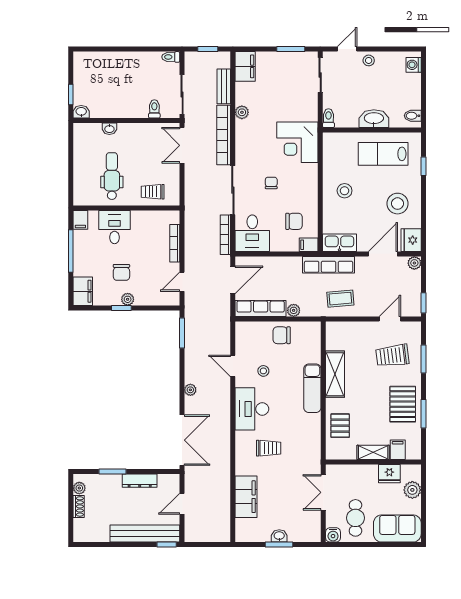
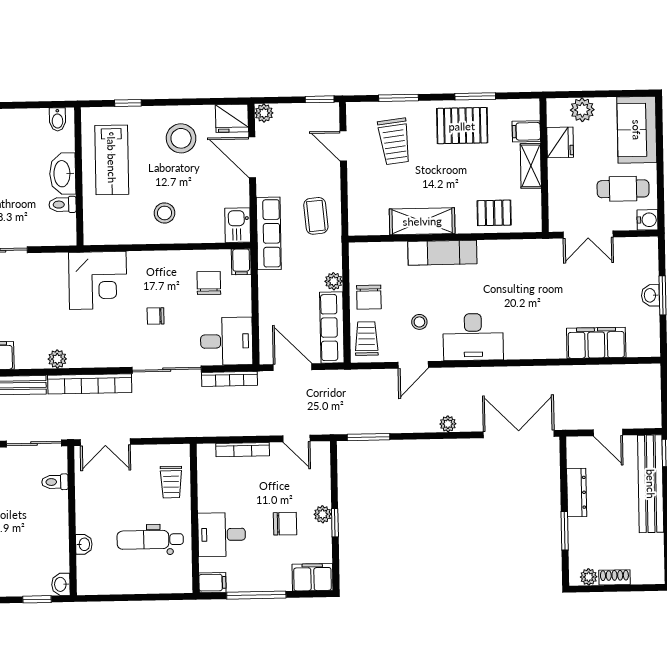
toilet: (328, 118) -> (62, 205), moved
kitchen sink: (339, 243) -> (238, 225), width x0.73
trolley: (269, 448) -> (367, 339), moved

